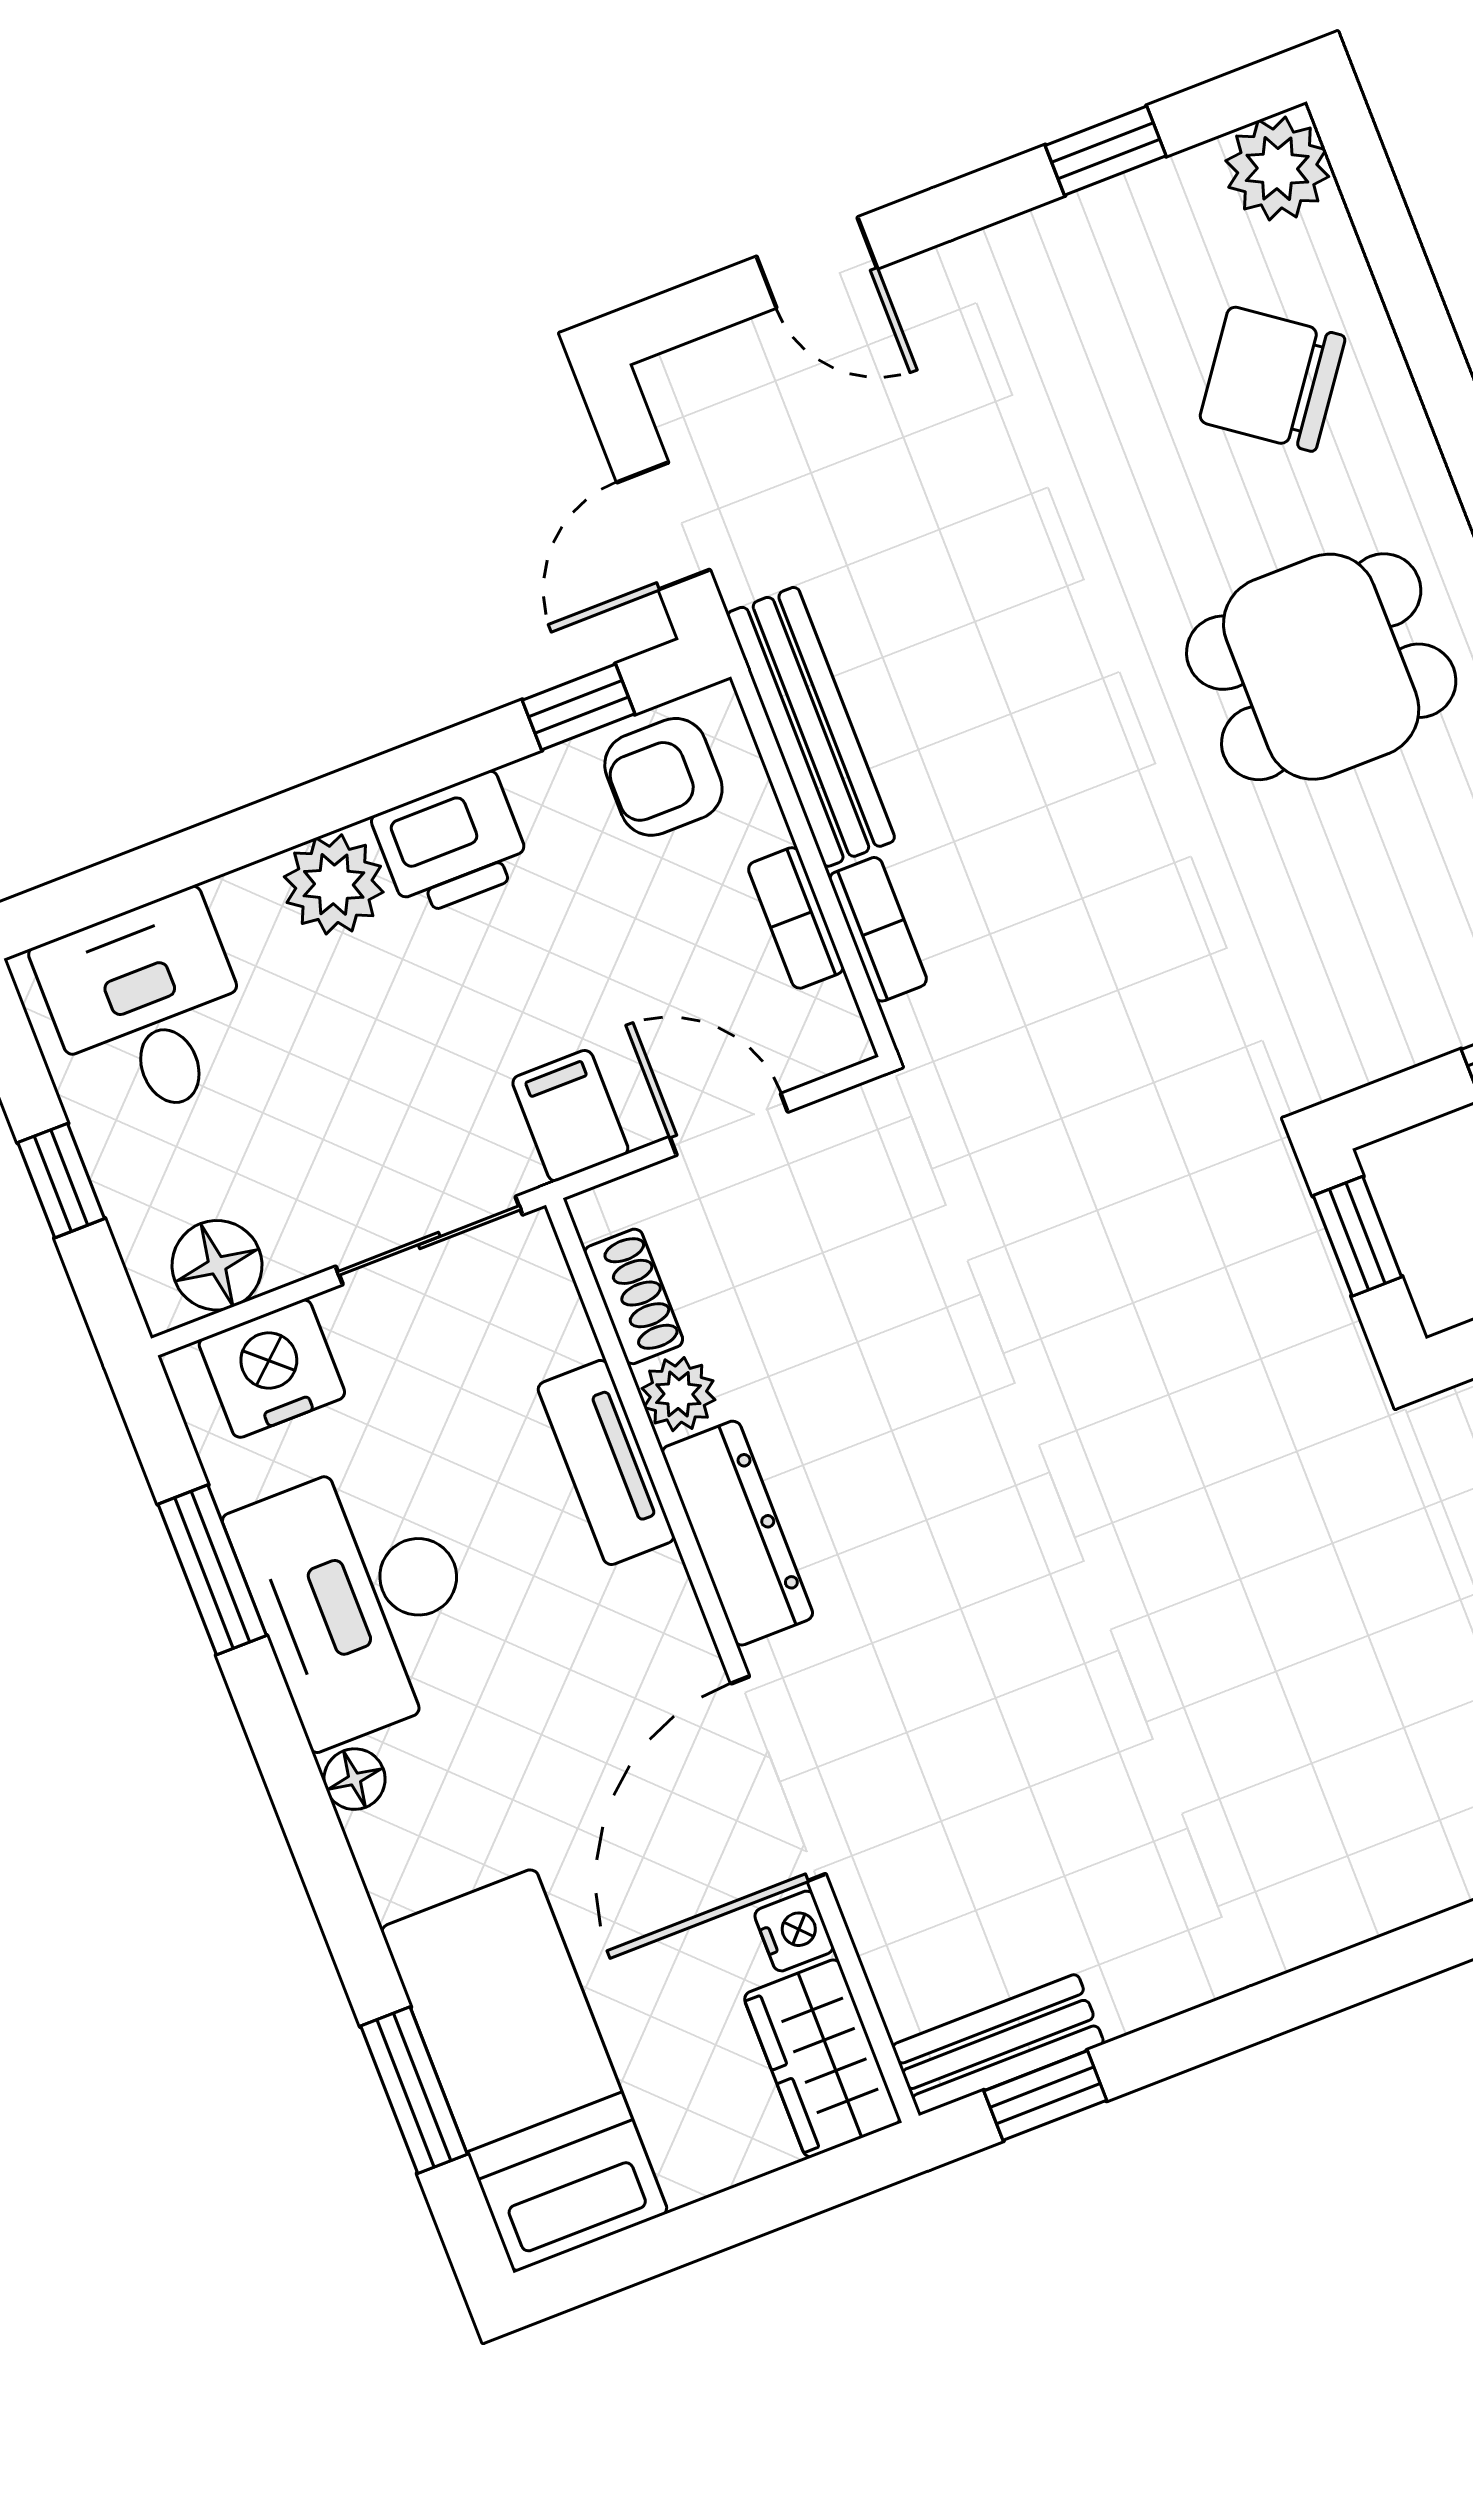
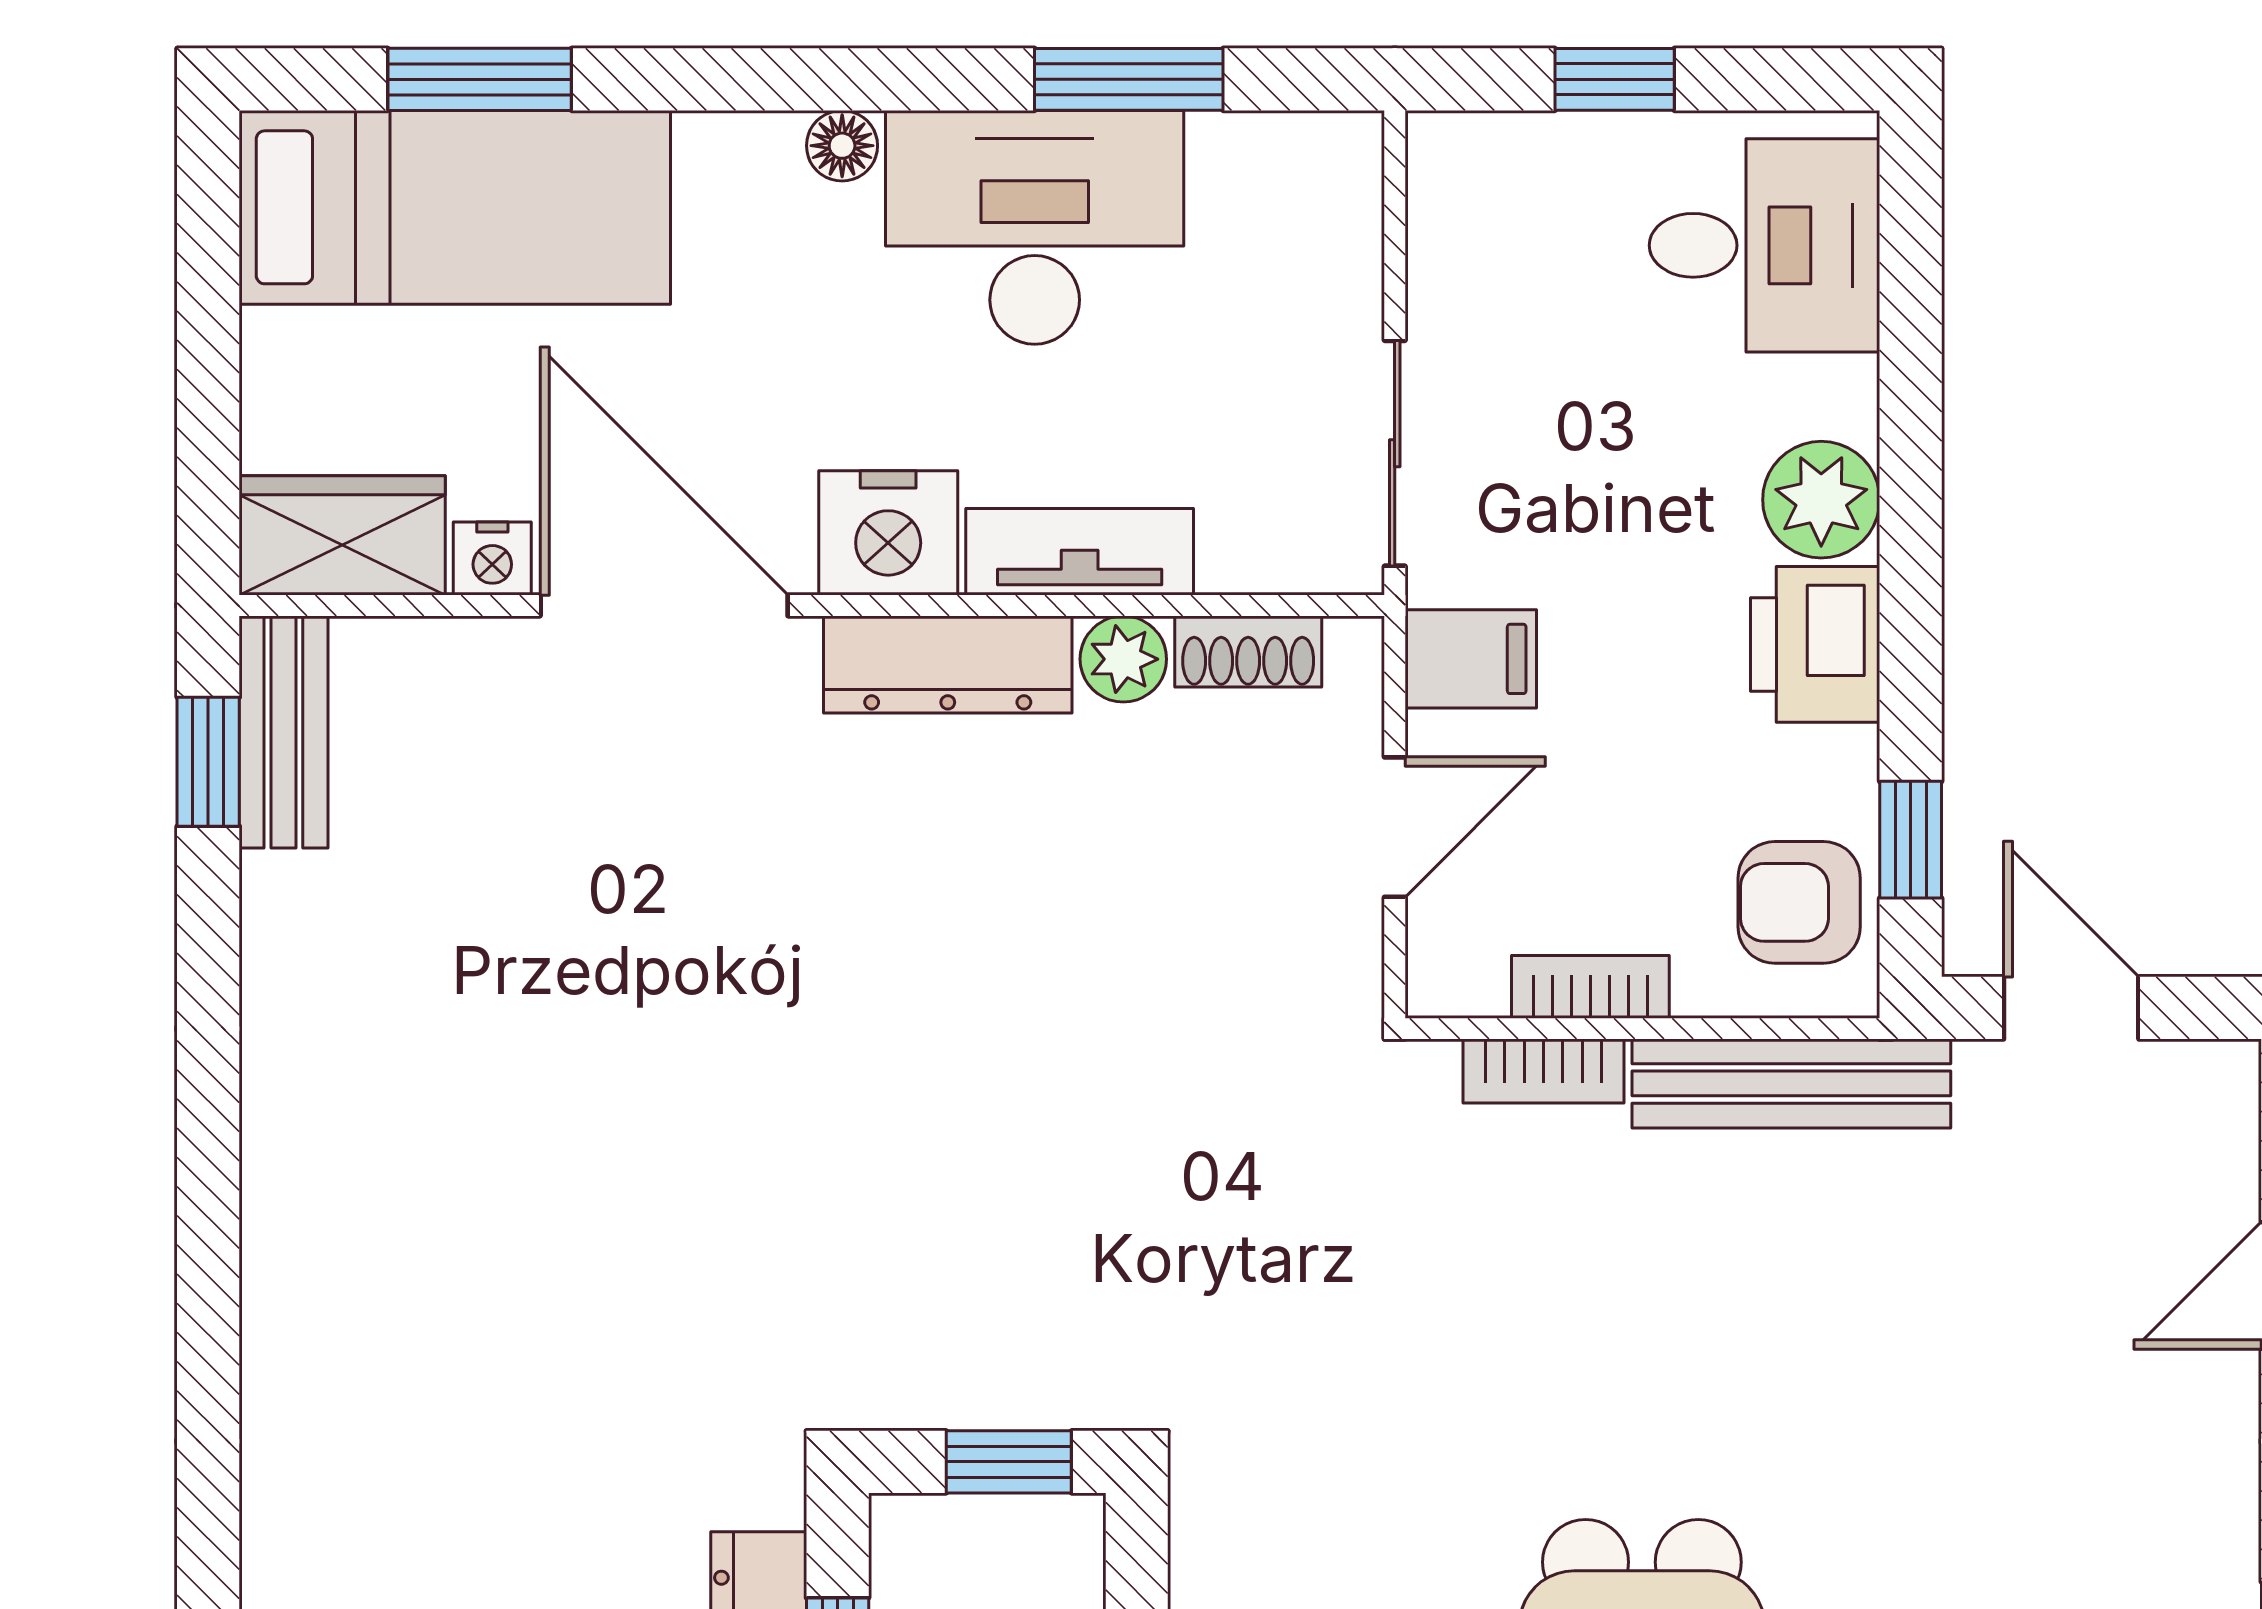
armchair: (663, 777) -> (1799, 902), turned -90
floor lamp: (217, 1265) -> (1457, 213), removed
nightstand: (272, 1368) -> (888, 533), moved, turned 90

